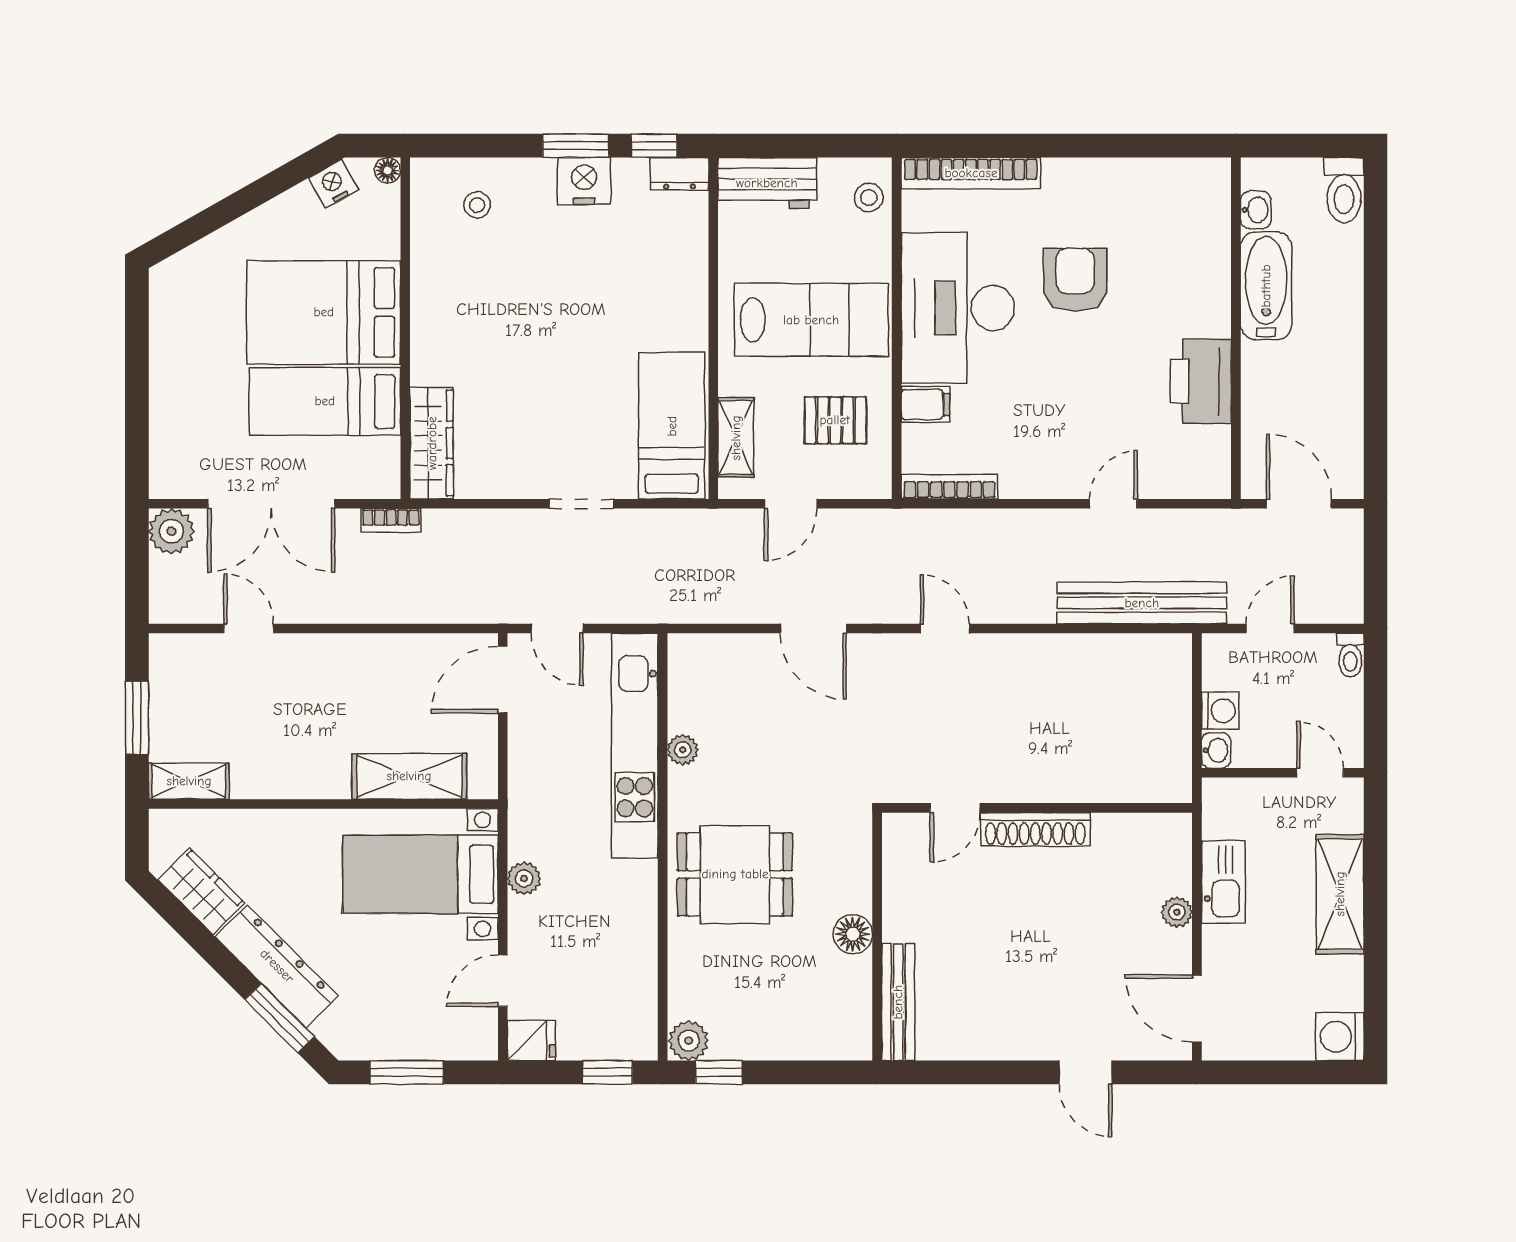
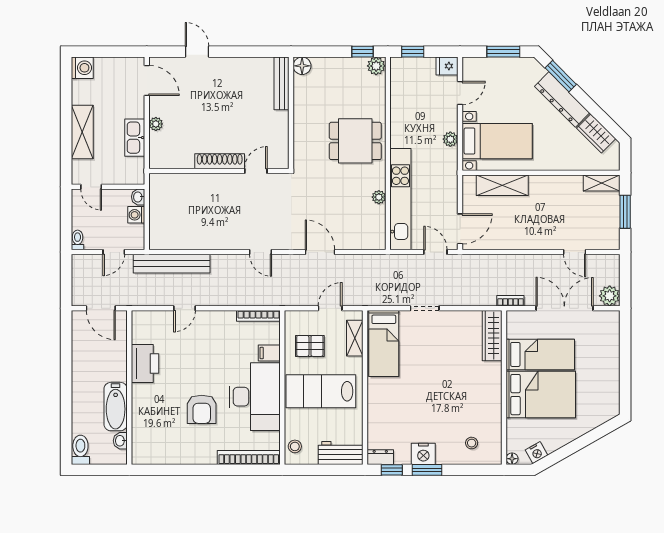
floor lamp: (853, 934) -> (302, 66), moved

